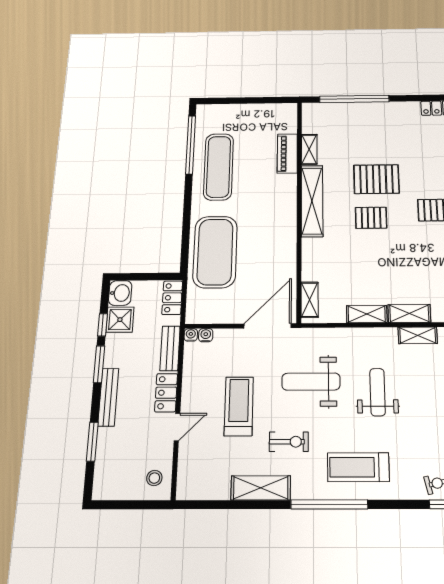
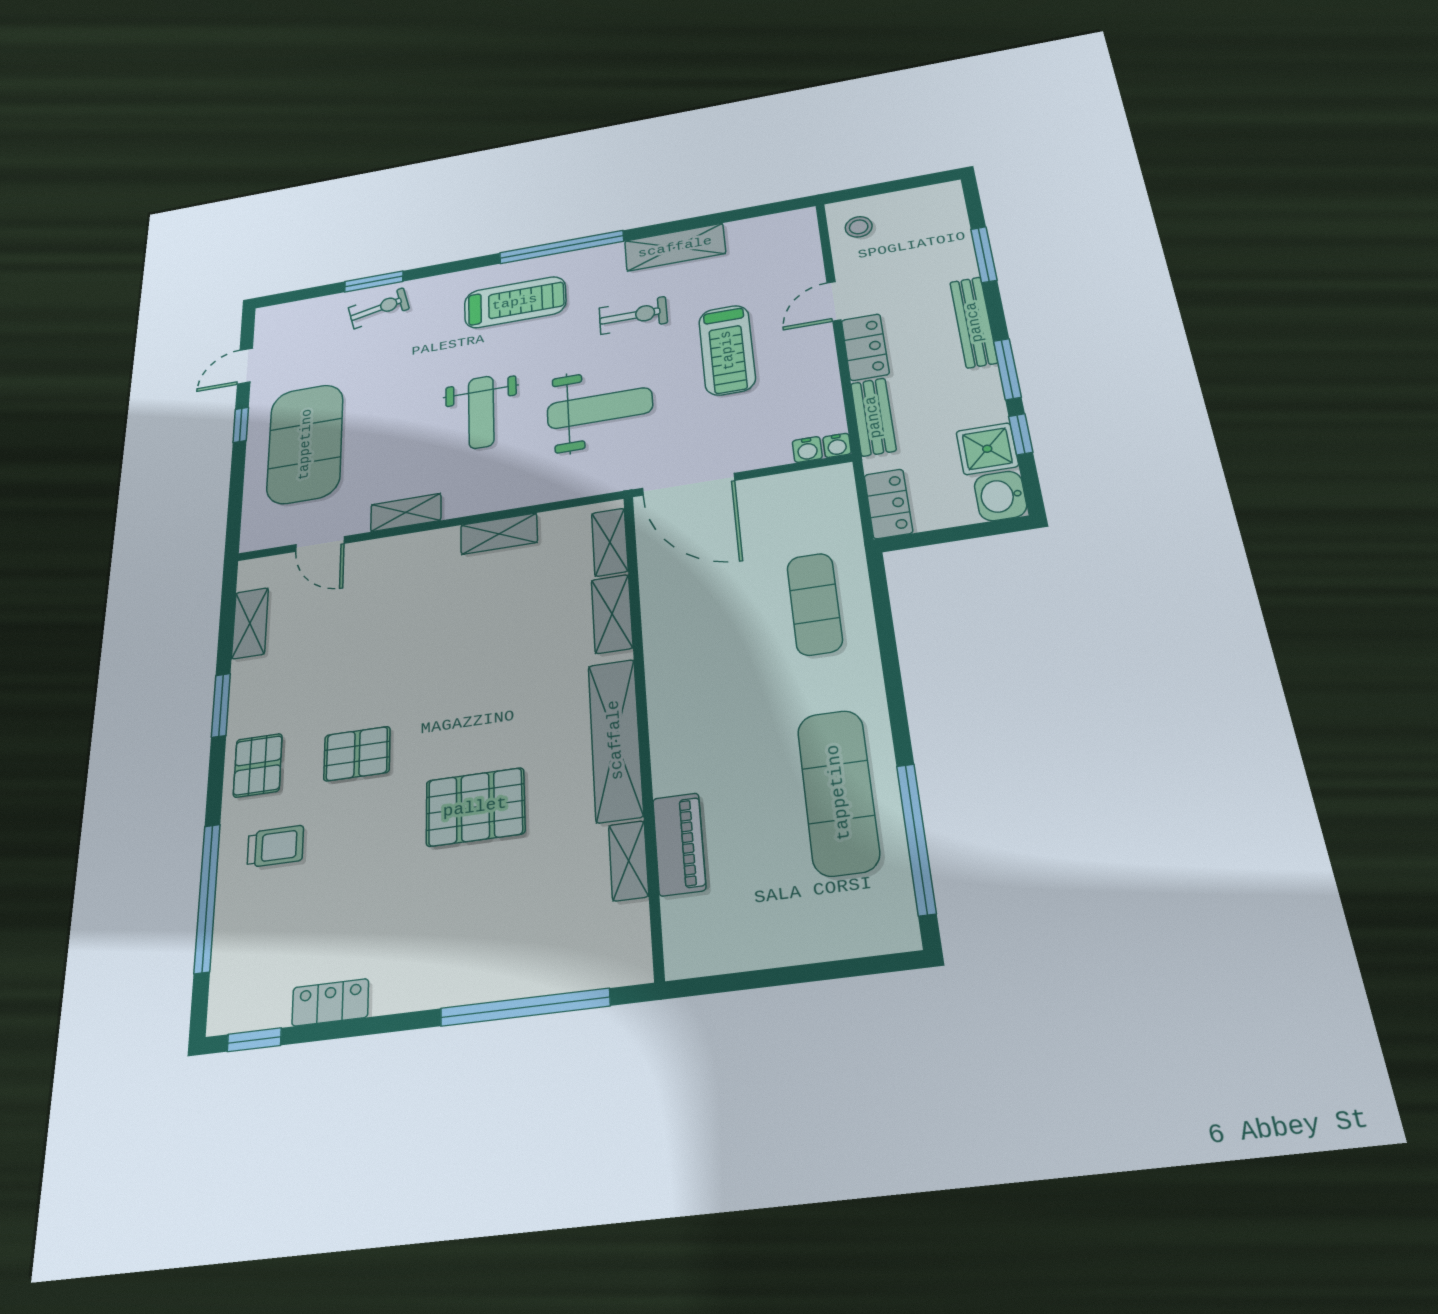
pallet: (371, 218) -> (488, 720), removed
exercise mat: (215, 252) -> (815, 604), width x0.50, depth x0.69
shelving: (409, 313) -> (612, 614), moved, turned 90
door: (268, 326) -> (688, 484), hinge flipped
exercise bike: (289, 442) -> (633, 315), turned 180

